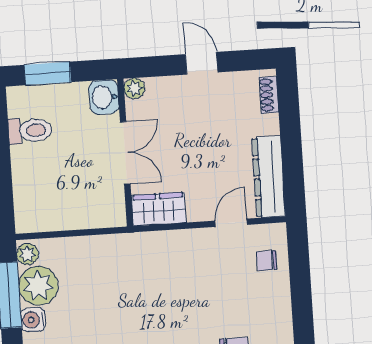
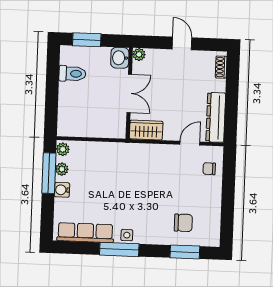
plant: (38, 286) -> (62, 169), width x0.53, depth x0.53

